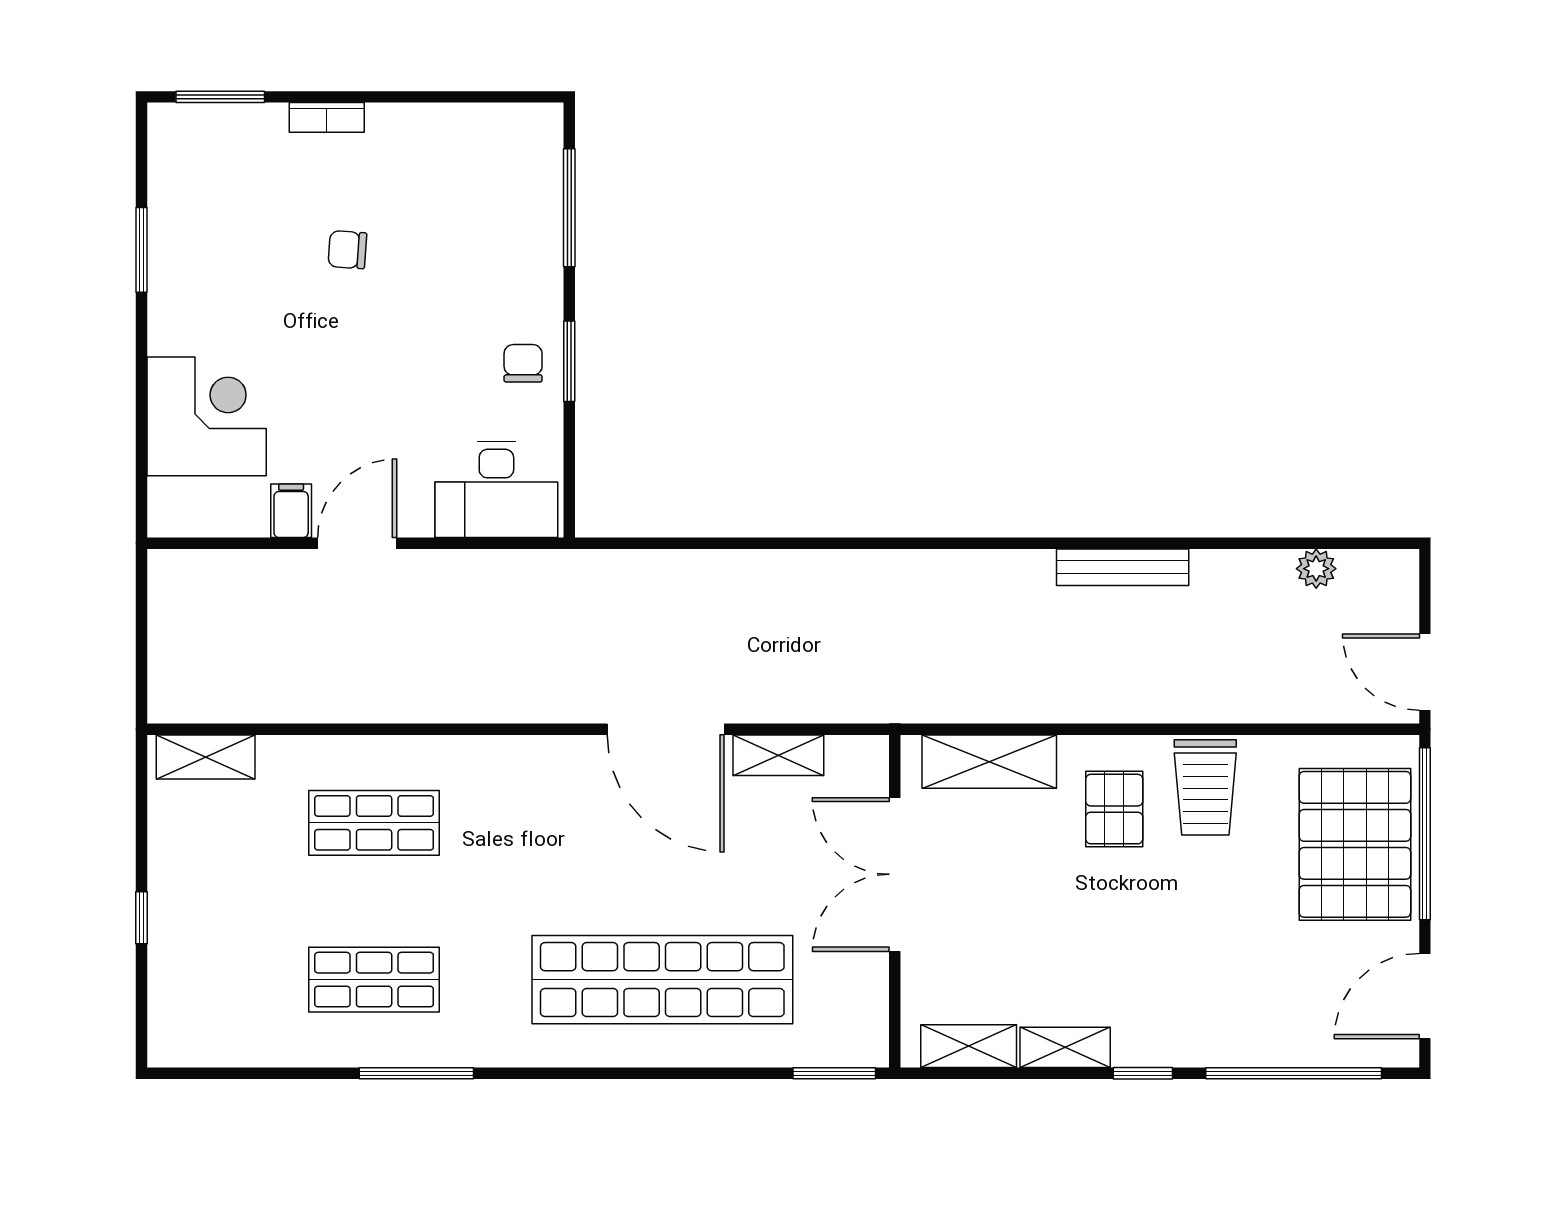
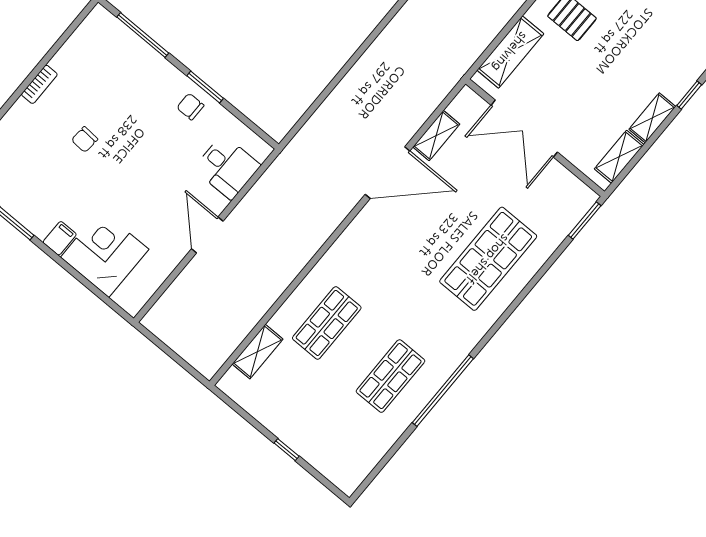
bookcase: (327, 117) -> (39, 84), moved
desk: (496, 490) -> (227, 167), width x0.73
filing cabinet: (291, 511) -> (60, 238), moved, turned 90
shelving: (206, 757) -> (257, 352), moved
shop shelf: (662, 980) -> (488, 259), width x0.71
window: (416, 1073) -> (443, 391), width x1.46

